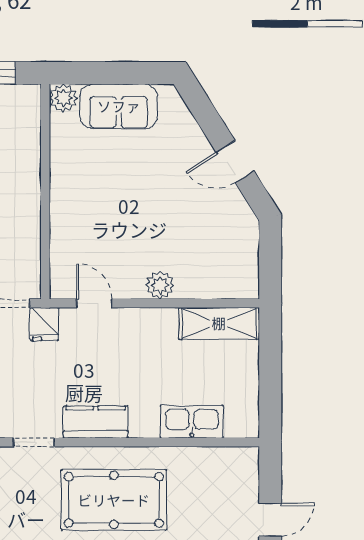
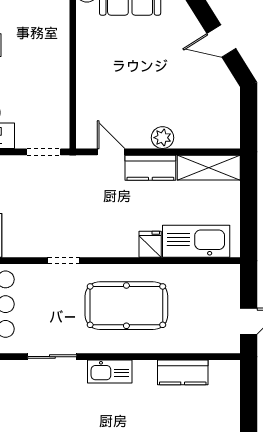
fridge: (44, 324) -> (150, 244), moved, turned 180
kitchen counter: (96, 422) -> (150, 168), moved, turned 180
kitchen sink: (192, 422) -> (196, 241), width x1.36, depth x1.24

